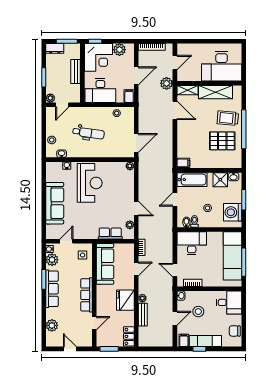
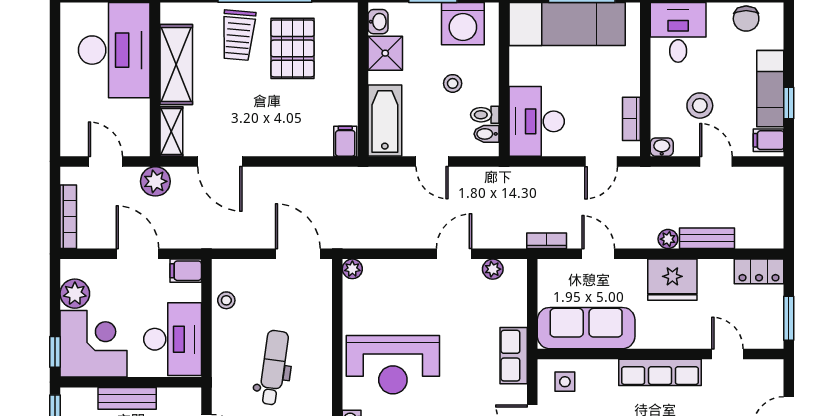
door: (175, 110) -> (220, 161), swing flipped
reception desk: (90, 183) -> (393, 365), turned 180
row of seats: (110, 234) -> (514, 356), moved

